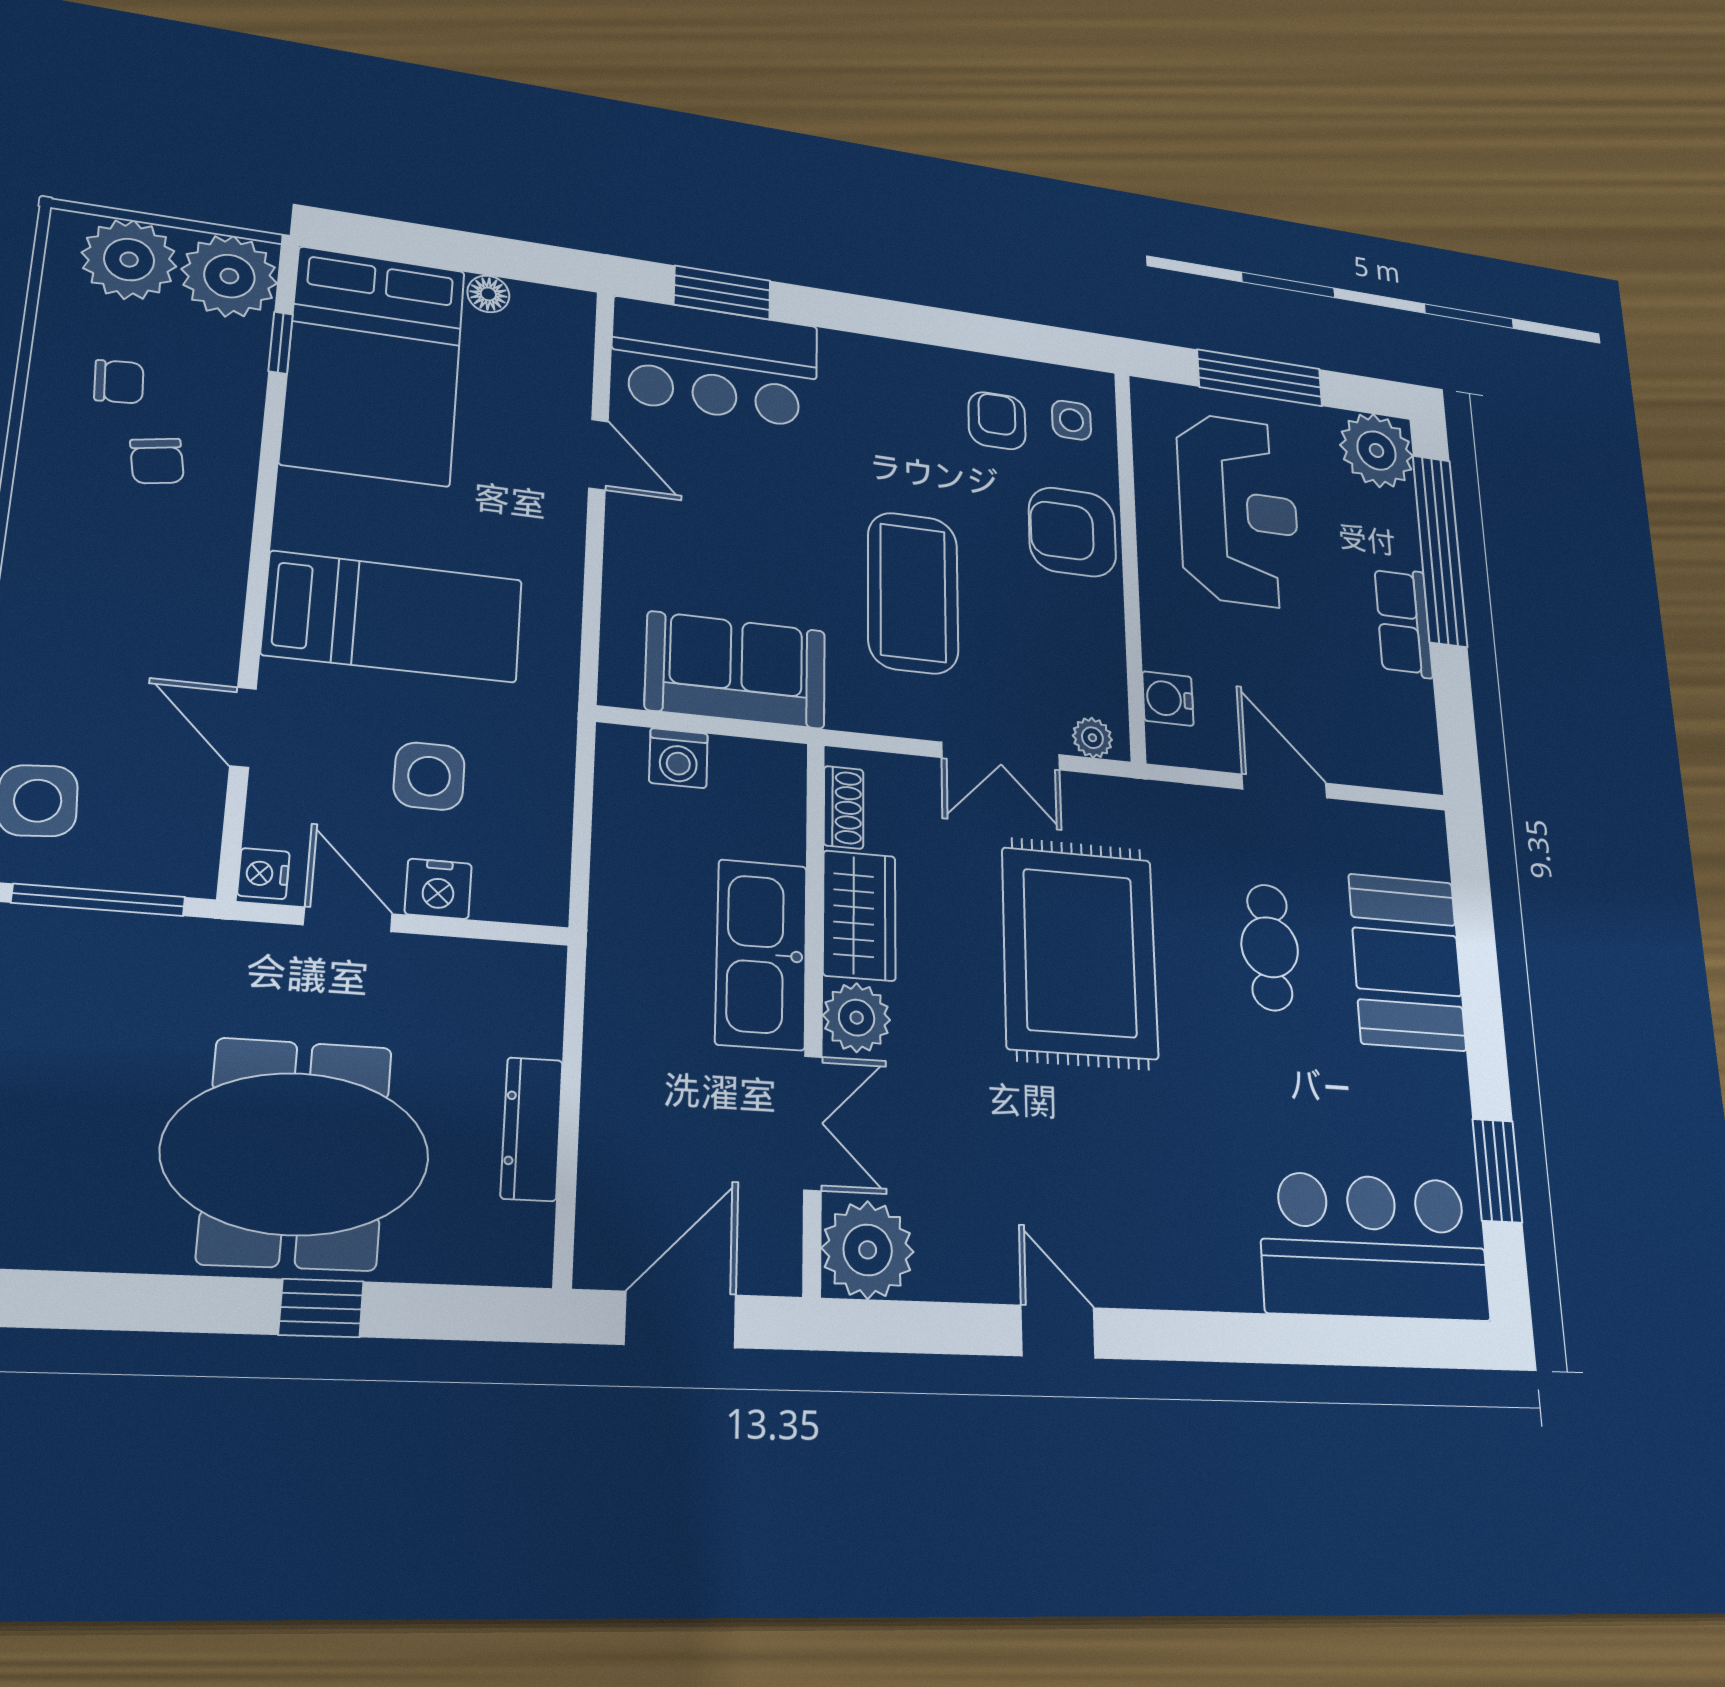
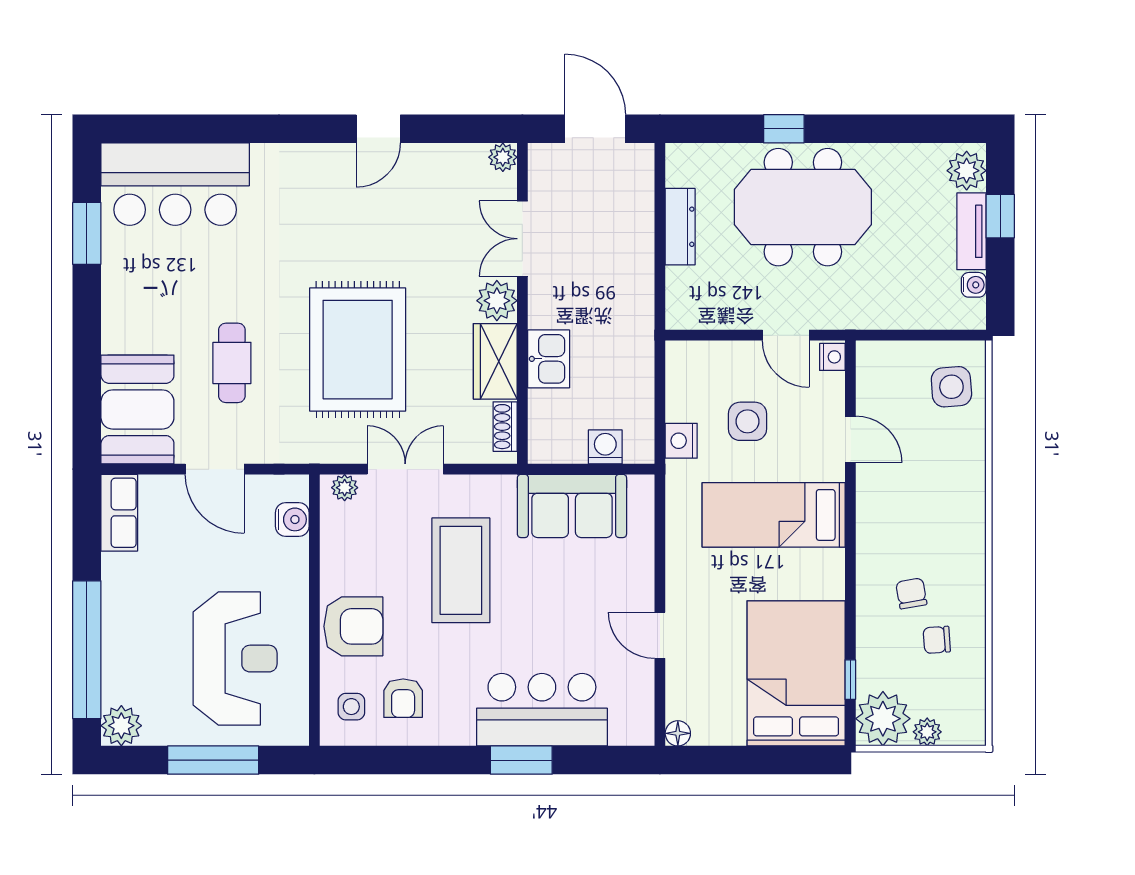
plant: (129, 260) -> (927, 732), width x0.53, depth x0.53
window: (722, 293) -> (521, 760), moved
floor lamp: (488, 294) -> (678, 733), moved
bar counter: (715, 363) -> (542, 710), moved
plant: (1377, 450) -> (121, 726), width x0.73, depth x0.73
reception desk: (1238, 510) -> (235, 659), turned 180
row of seats: (1403, 622) -> (119, 513), moved
nightstand: (438, 889) -> (681, 441), moved, turned -90
window: (99, 900) -> (915, 335), removed
kitchen sink: (761, 954) -> (549, 359), width x0.53, depth x0.81
booth: (1407, 962) -> (137, 409), moved
plant: (868, 1250) -> (503, 157), width x0.53, depth x0.53
door: (681, 1320) -> (595, 129), swing flipped
door: (1058, 1332) -> (378, 129), hinge flipped

